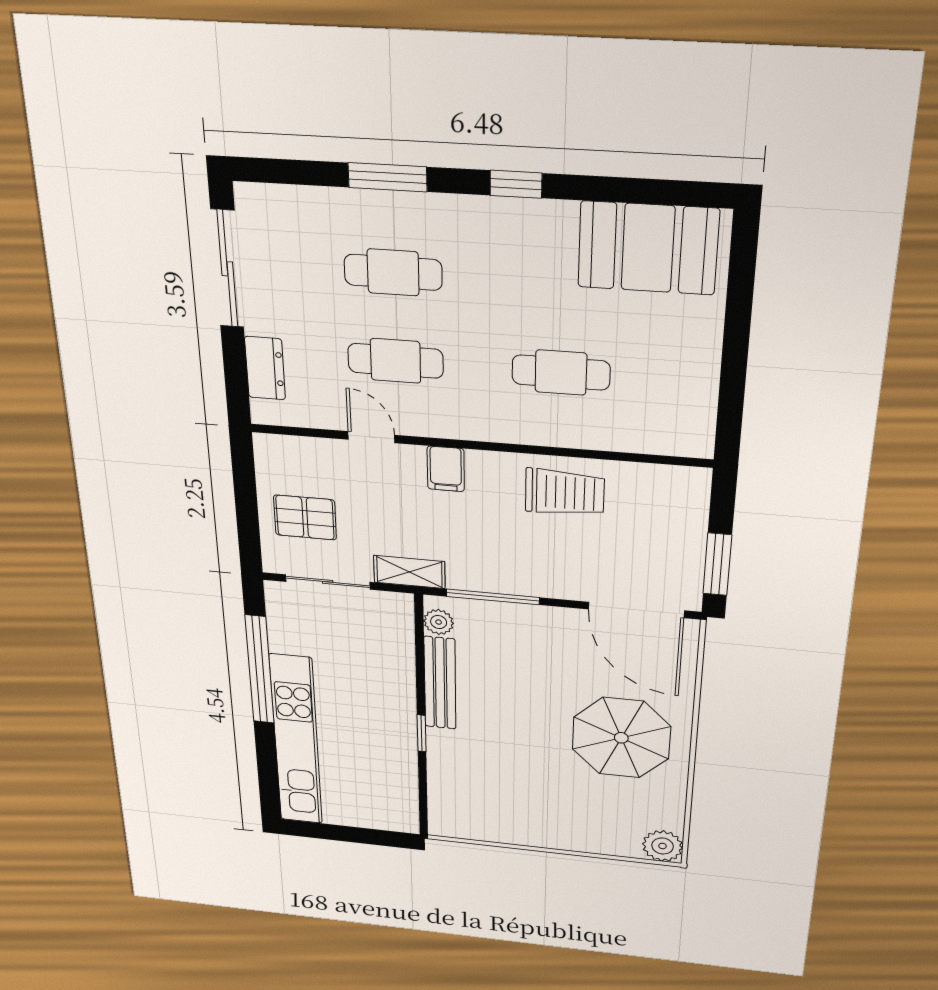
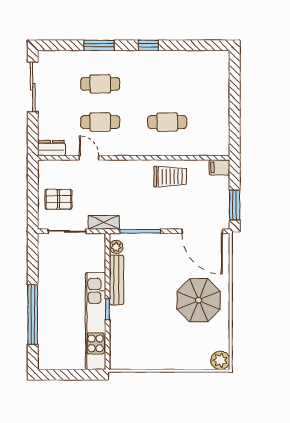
booth: (648, 248) -> (199, 68), removed
dresser: (265, 368) -> (51, 148), moved, turned -90
filing cabinet: (446, 469) -> (219, 167), moved, turned 90
window: (260, 670) -> (33, 315), moved
kitchen unit: (296, 741) -> (96, 321), moved, turned 180

